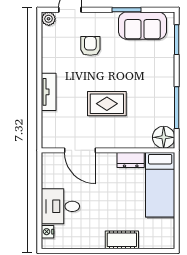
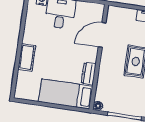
floor lamp: (164, 137) -> (98, 106), width x0.53, depth x0.53

